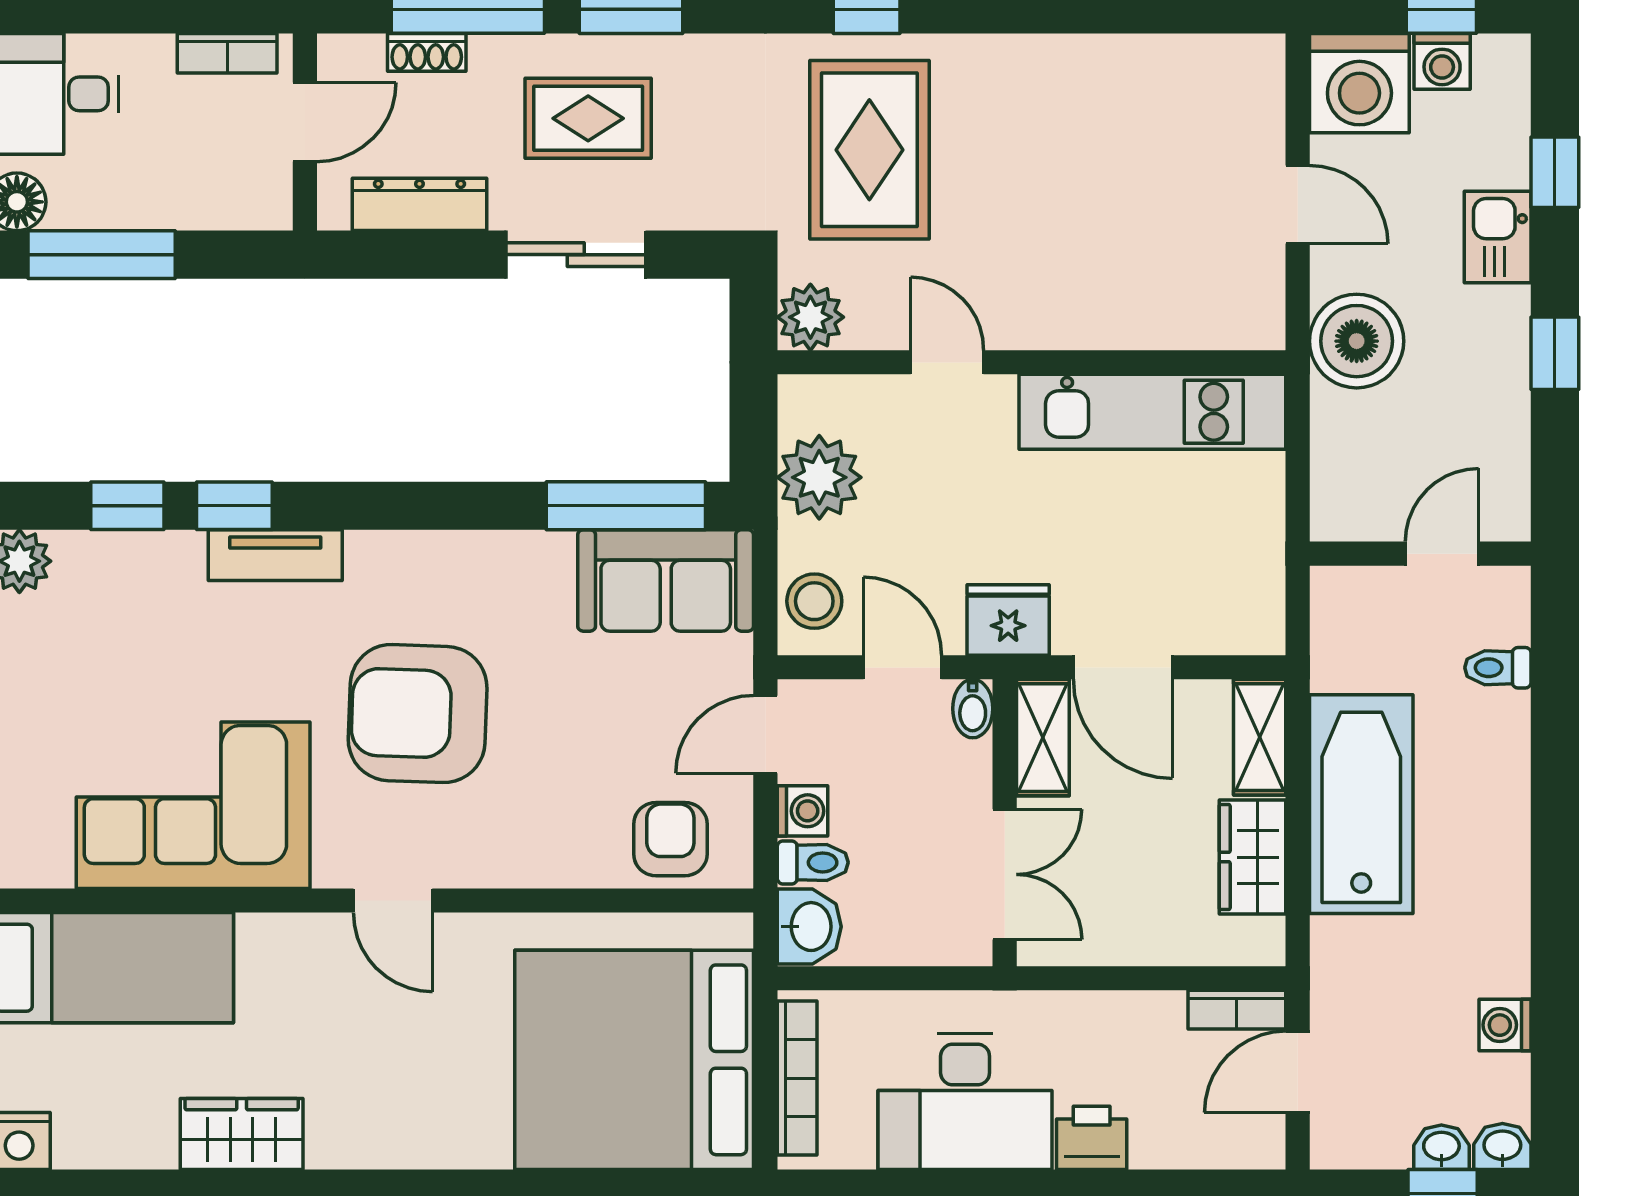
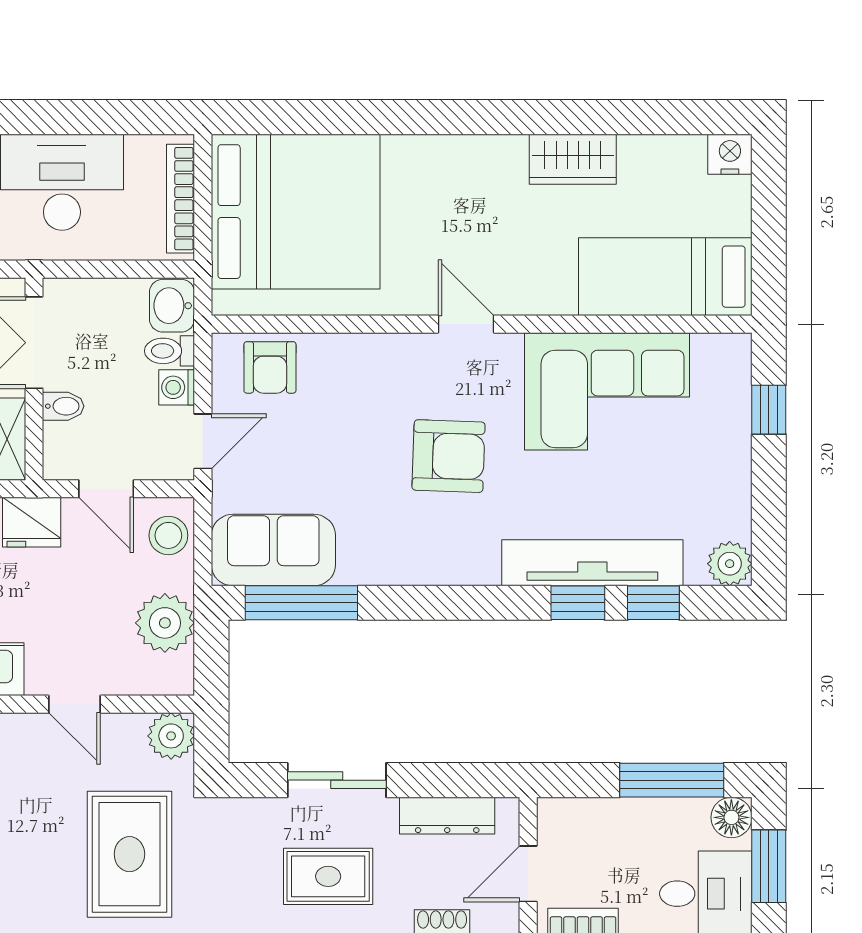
tv unit: (275, 555) -> (592, 563), width x1.92, depth x1.29
bidet: (973, 709) -> (63, 406), moved, turned 90
armchair: (418, 714) -> (449, 456), width x0.73, depth x0.73

